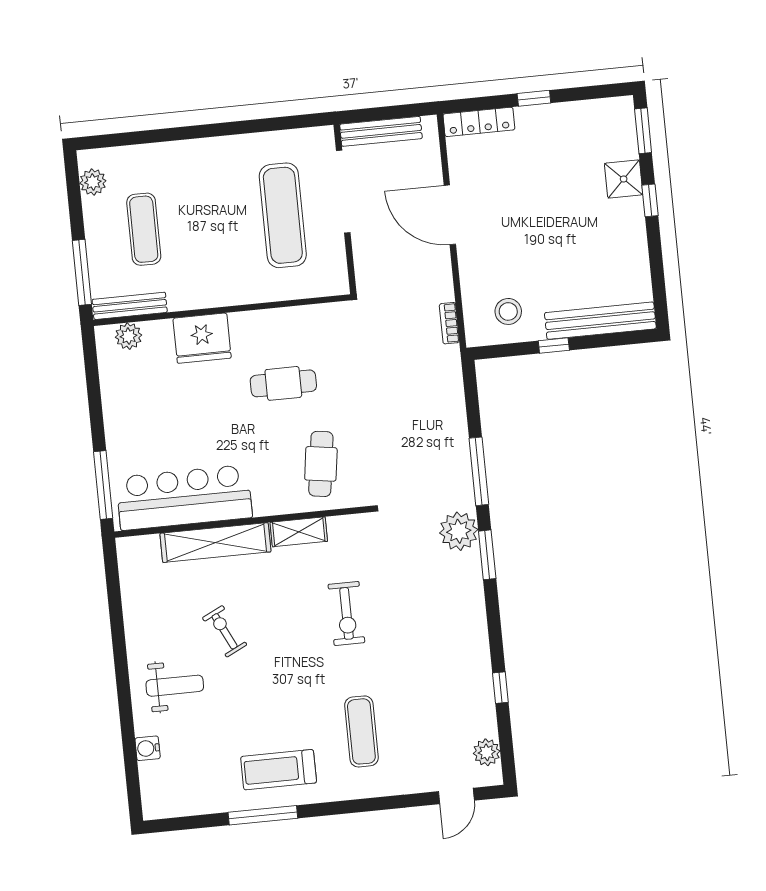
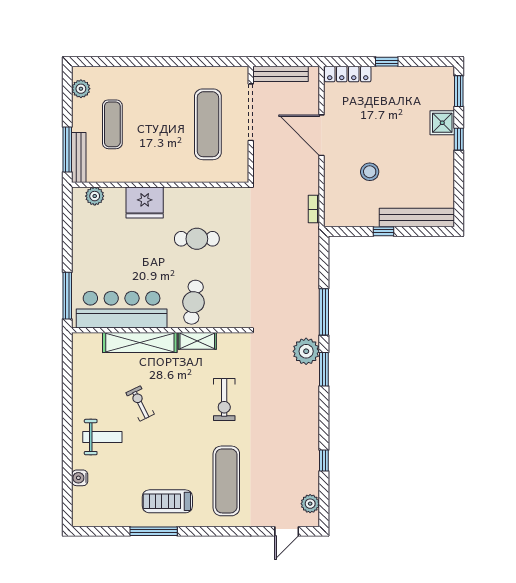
bench: (130, 306) -> (79, 157), moved, turned 90
stool: (508, 311) -> (370, 172), moved
cafe table: (321, 464) -> (193, 302), moved
exercise mat: (361, 731) -> (226, 481), width x1.36, depth x1.45

